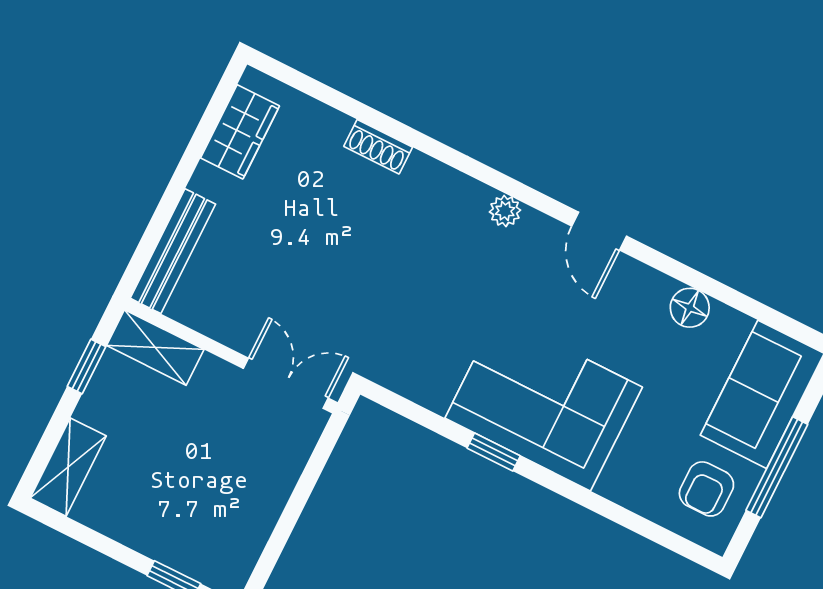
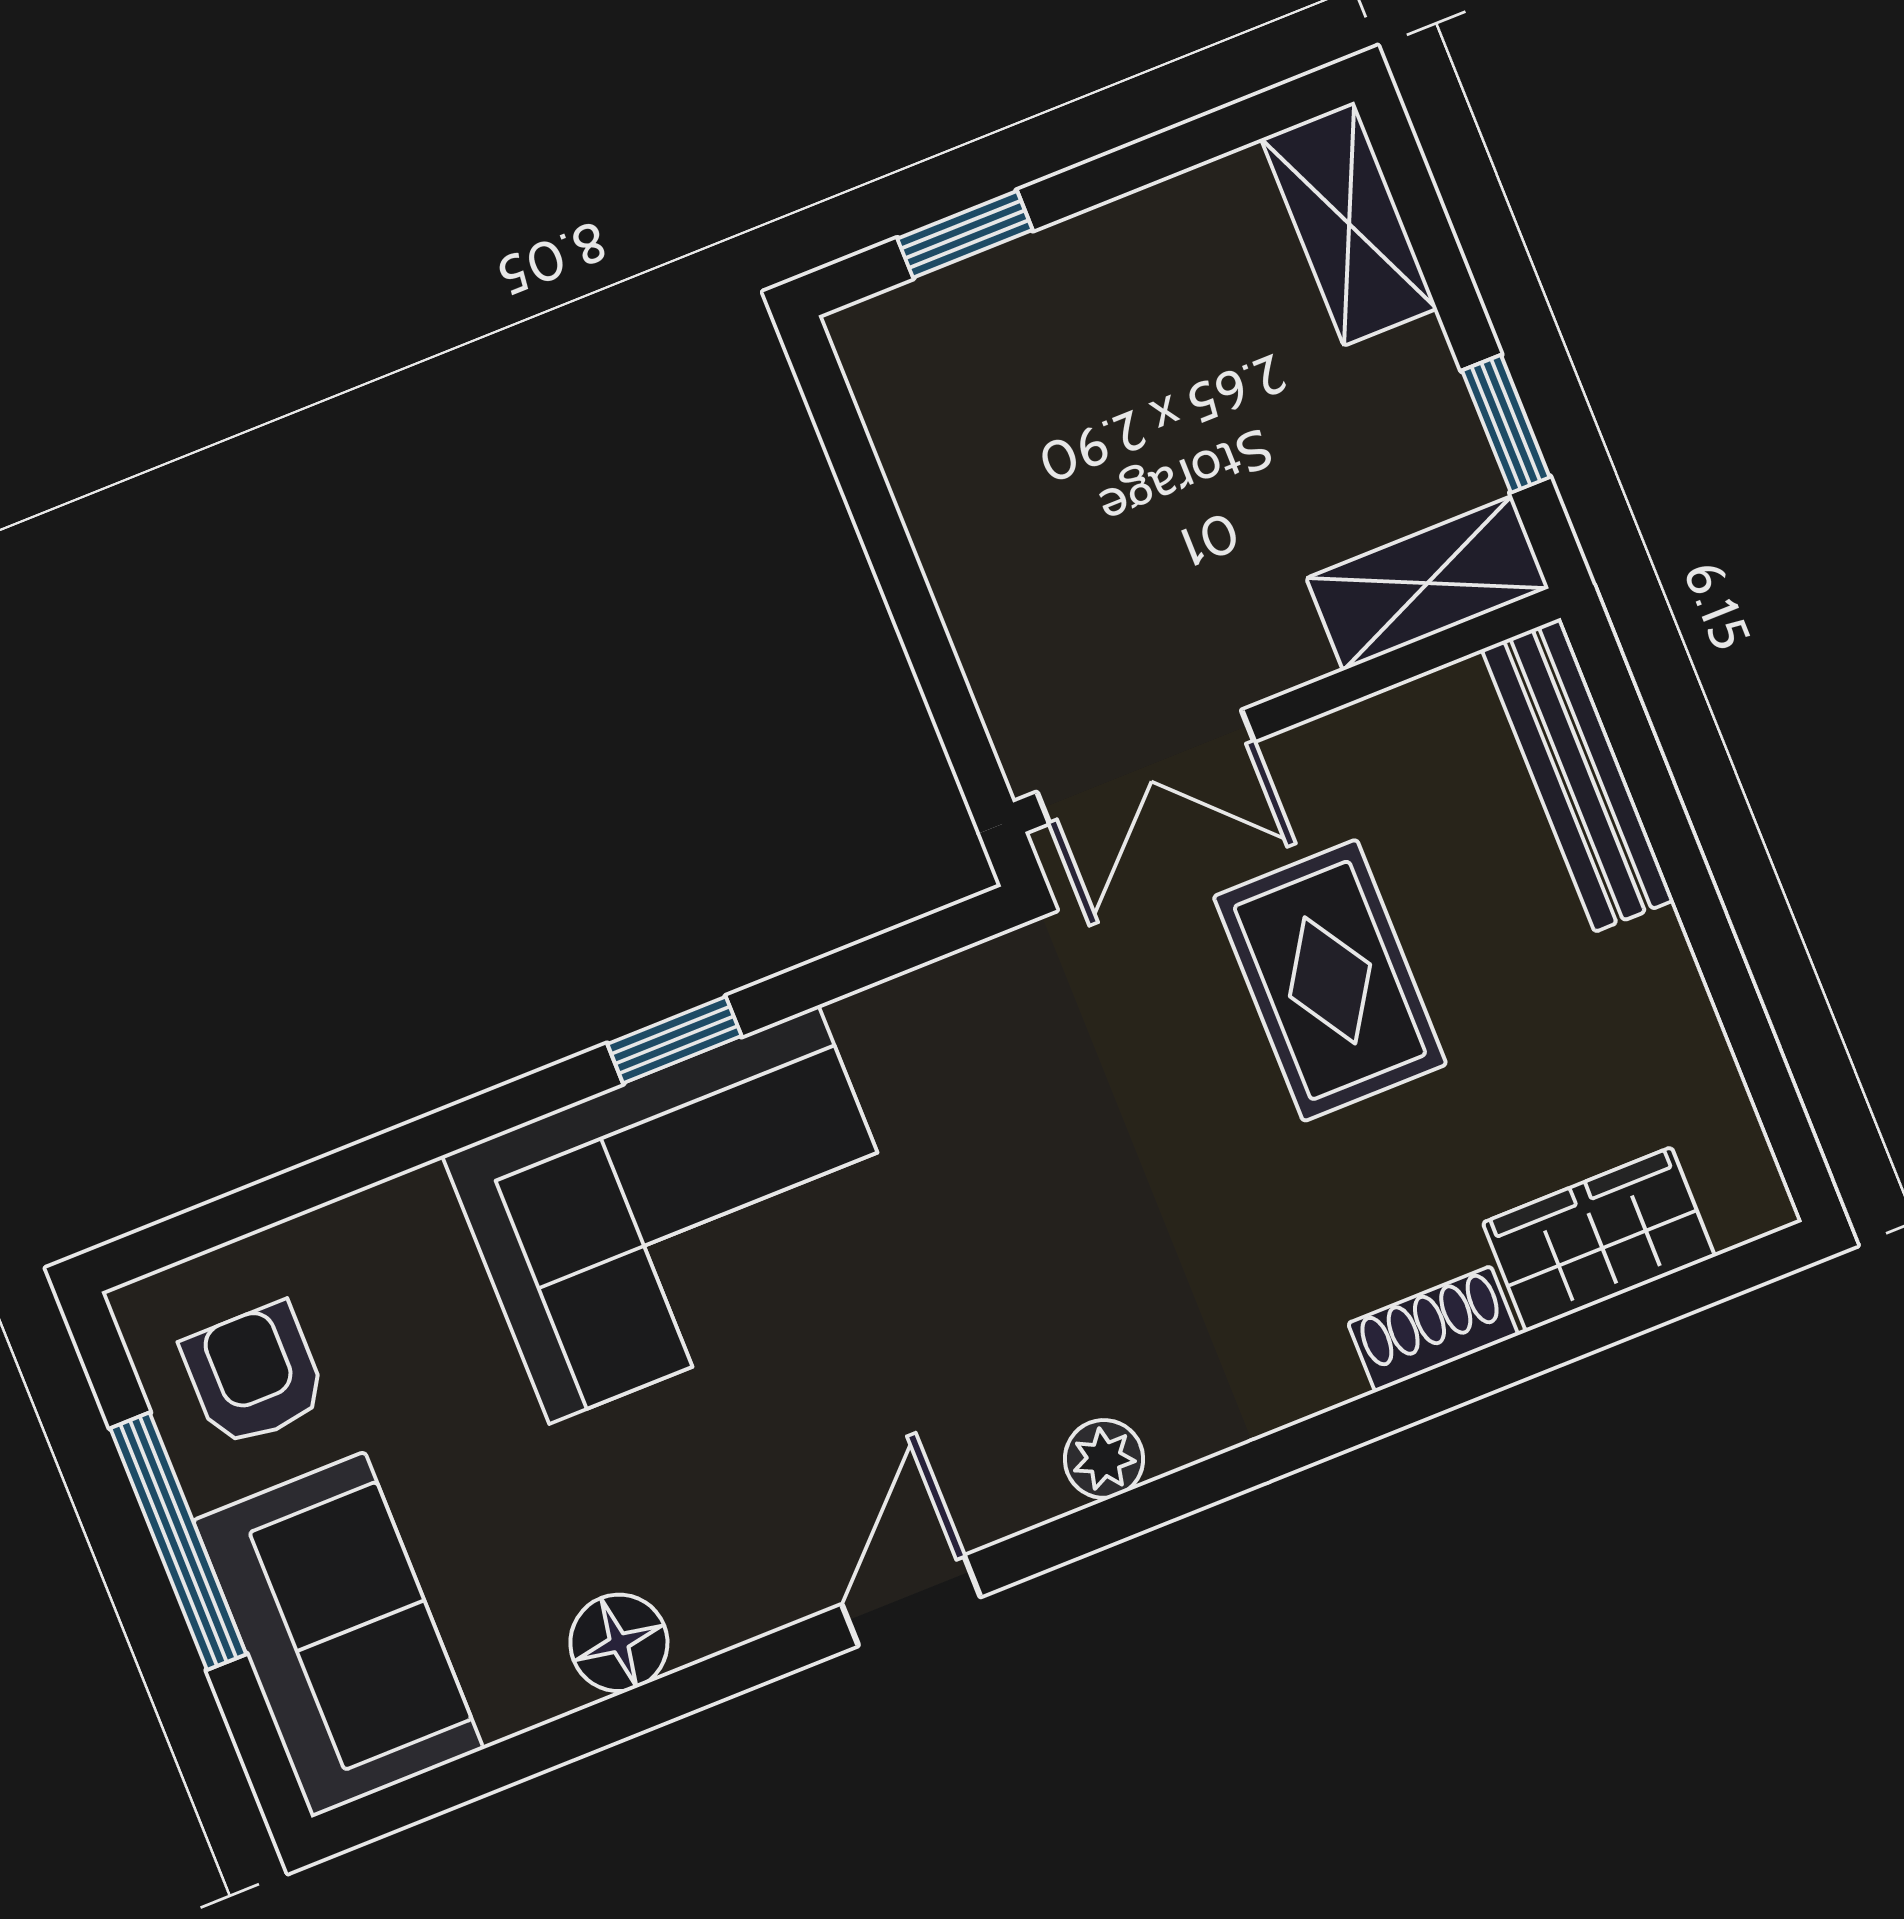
wardrobe: (240, 132) -> (1599, 1239), moved, turned 90
door: (599, 231) -> (911, 1601), hinge flipped
rug: (301, 271) -> (1330, 980), added

